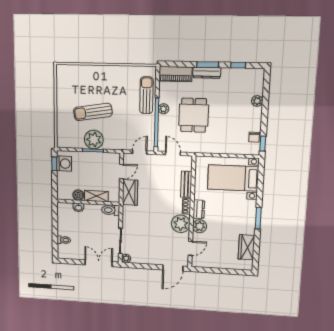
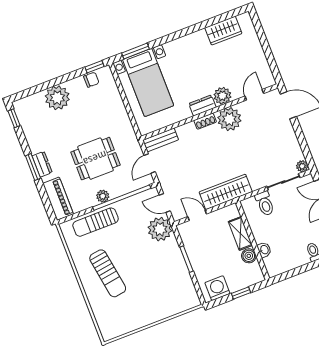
window: (238, 65) -> (14, 118), moved
dresser: (207, 73) -> (42, 164), width x0.70
plant: (257, 101) -> (57, 98), width x1.88, depth x1.88
sun lounger: (93, 112) -> (108, 273), moved
plant: (94, 140) -> (160, 229), moved
window: (54, 164) -> (241, 293), moved
bench: (186, 184) -> (161, 140), moved
wardrobe: (130, 192) -> (226, 192), width x1.50
toilet: (111, 210) -> (265, 203), moved
window: (258, 218) -> (135, 51), moved
door: (190, 248) -> (254, 95), hinge flipped

